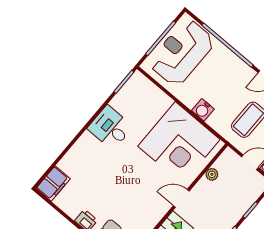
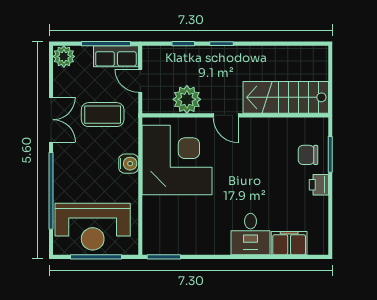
desk: (110, 128) -> (251, 234), moved
plant: (212, 174) -> (187, 99), width x1.87, depth x1.87
filing cabinet: (53, 184) -> (289, 243), moved

